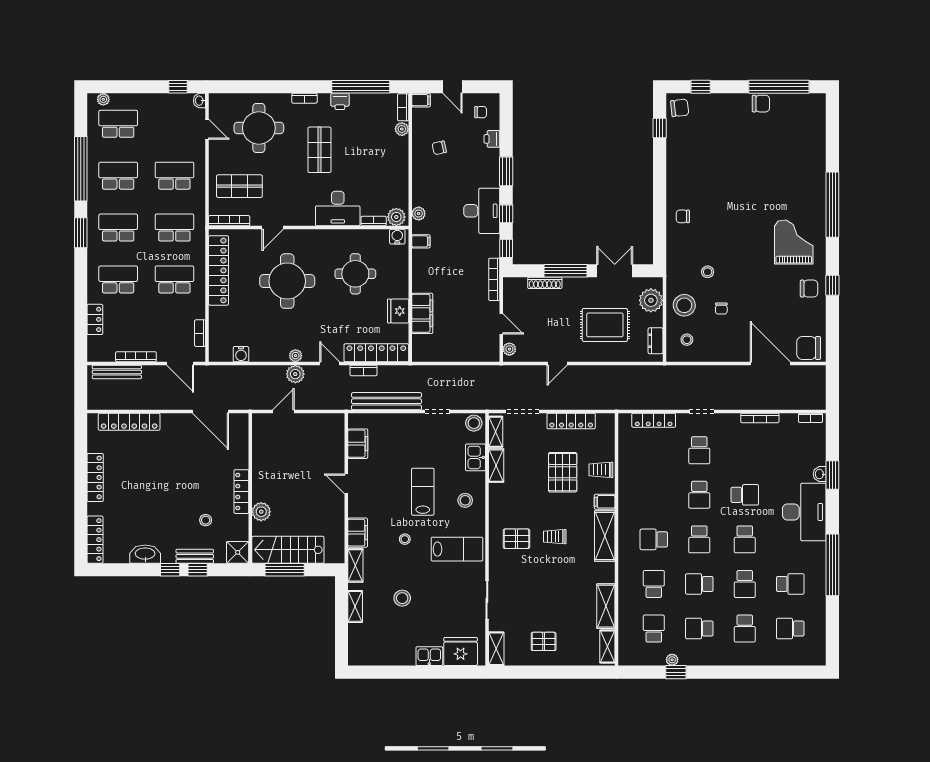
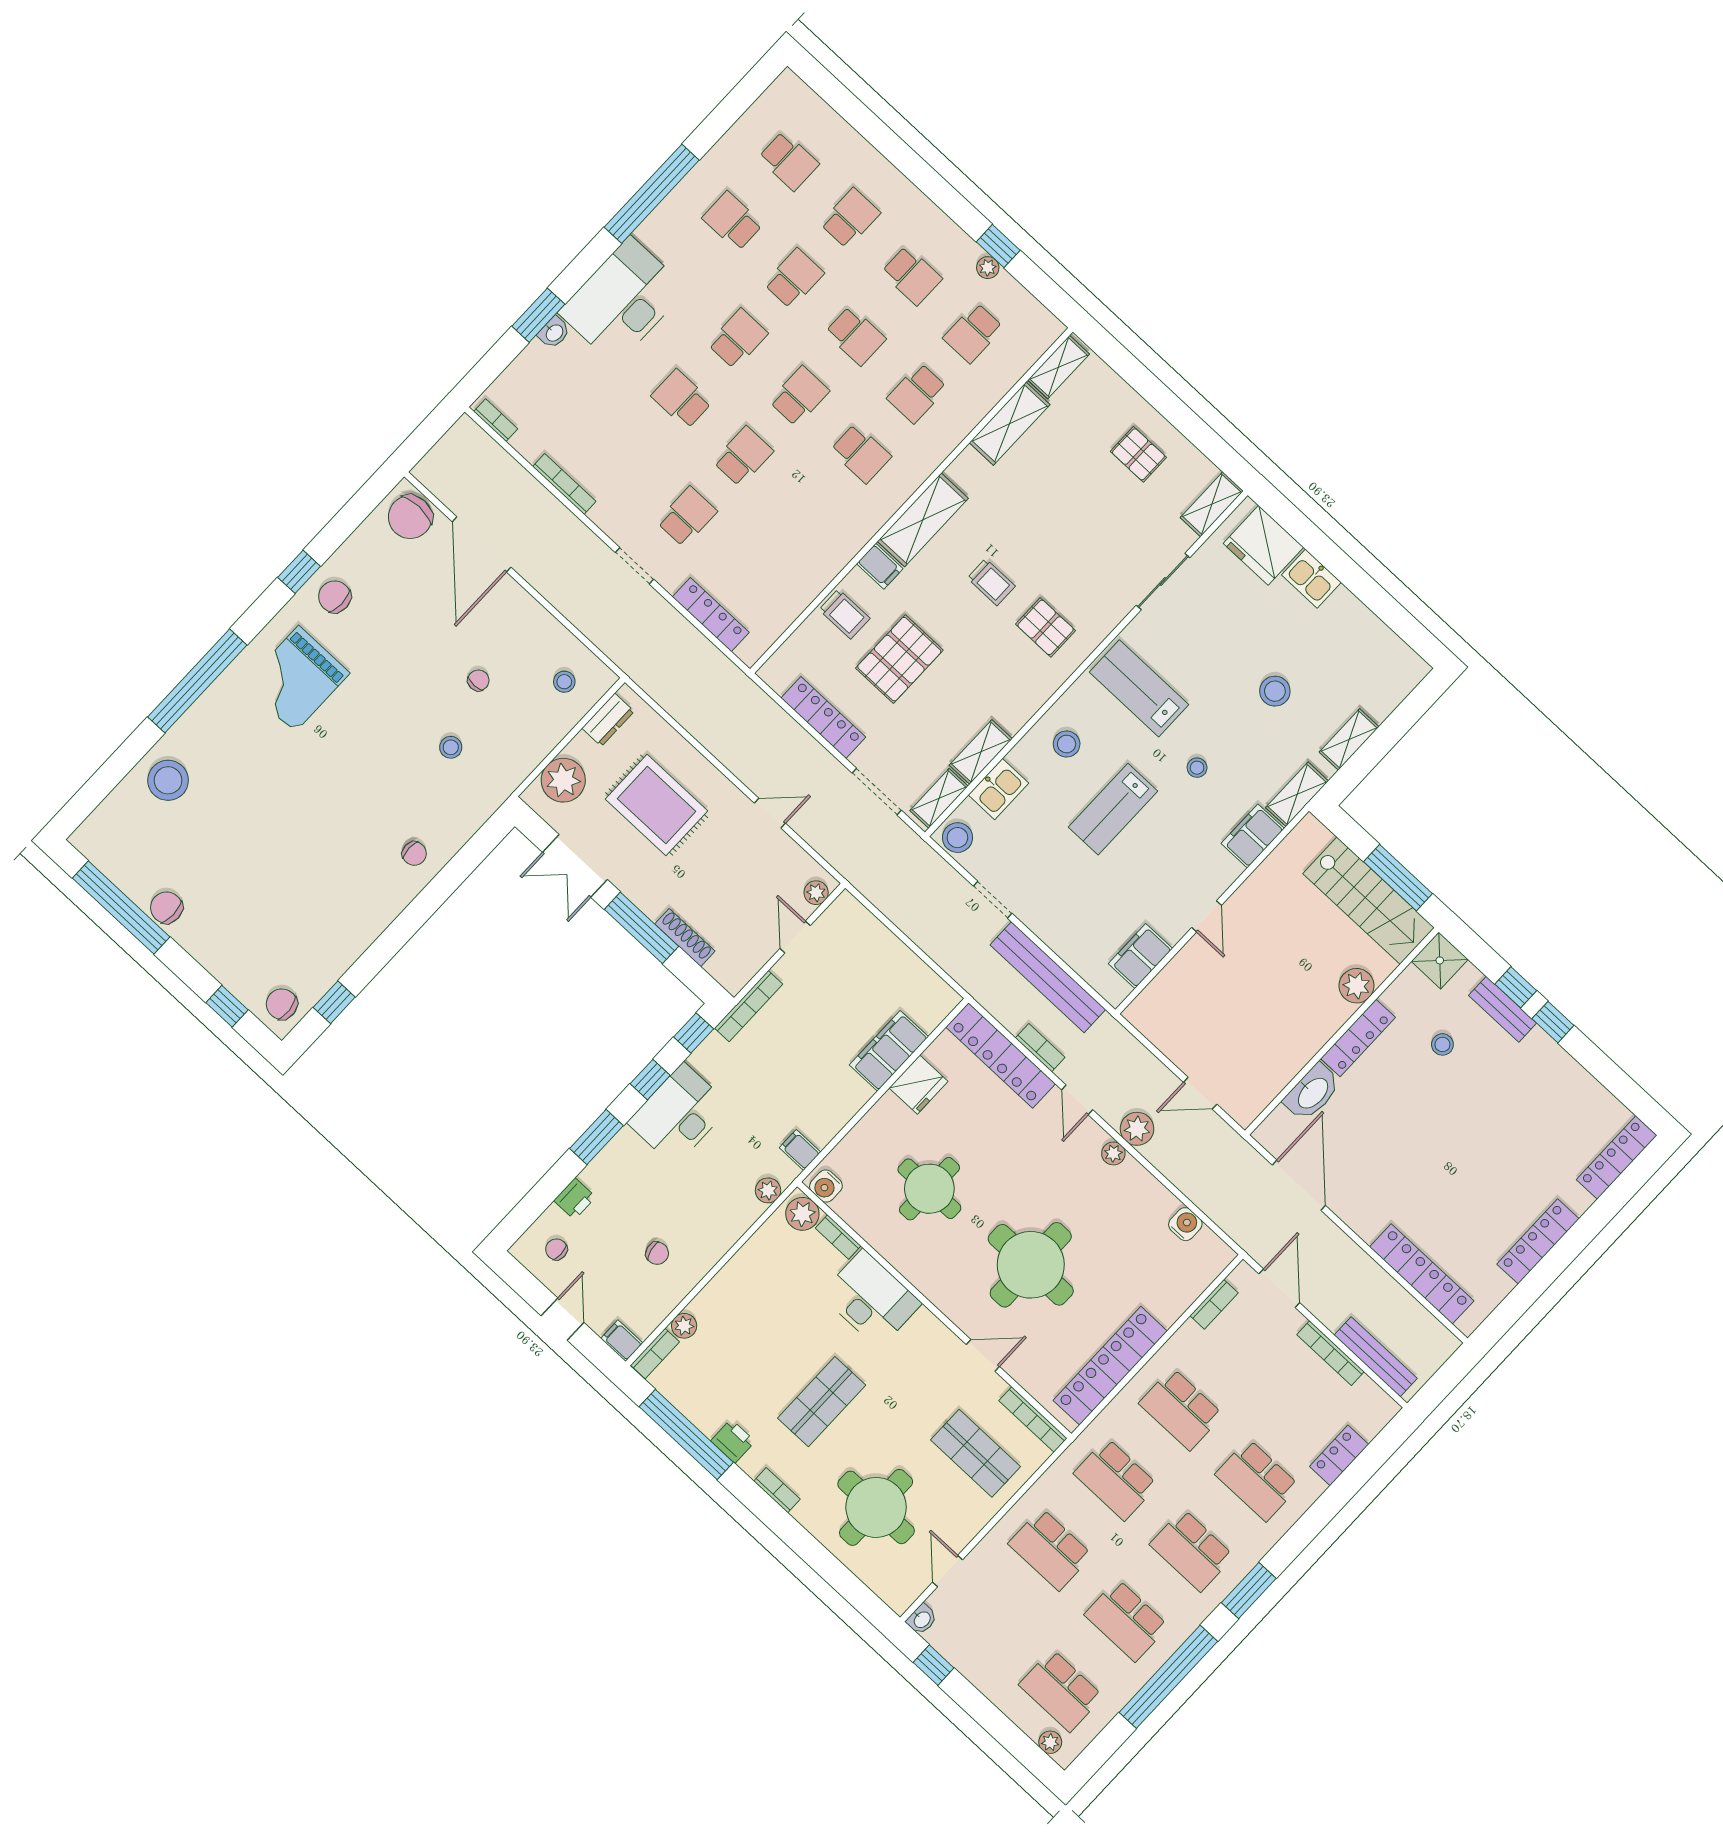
stool: (684, 305) -> (168, 780), moved
chair: (809, 348) -> (410, 517), turned 90
washbasin: (145, 554) -> (1312, 1093), moved, turned -90

